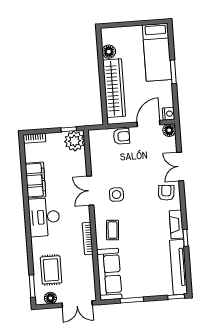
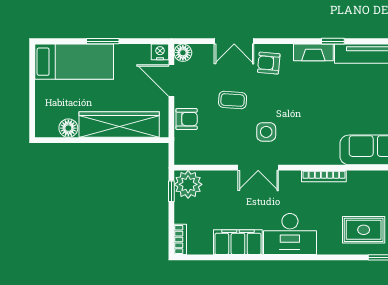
armchair: (122, 136) -> (187, 119), turned 90
coffee table: (113, 230) -> (233, 100), moved

